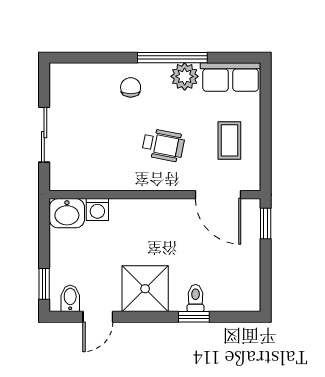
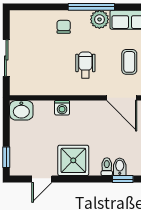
wheelchair: (163, 145) -> (85, 65), turned -101
washing machine: (97, 210) -> (62, 108), moved
bidet: (70, 298) -> (120, 167), moved
window: (194, 317) -> (123, 179), moved

